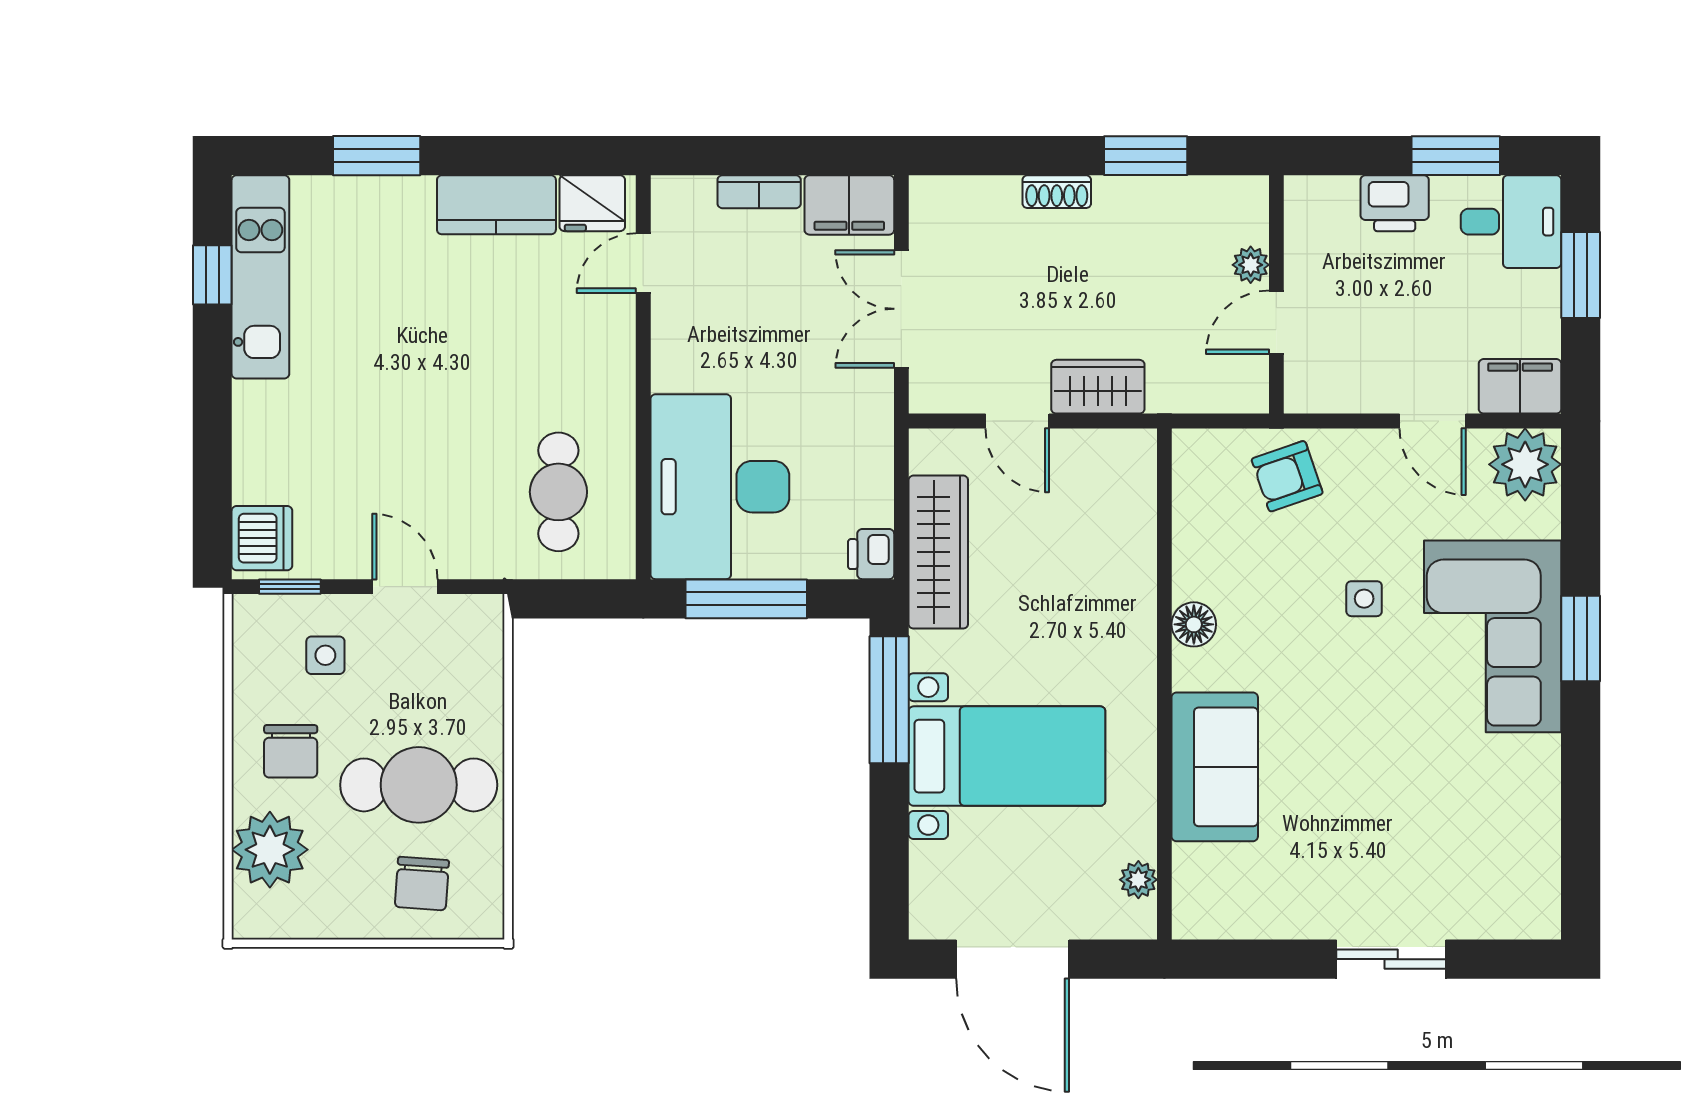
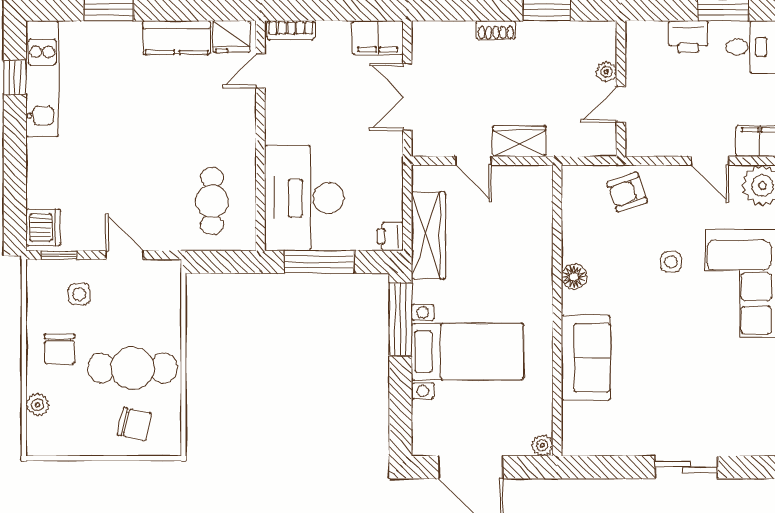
bookcase: (759, 192) -> (291, 30), moved
plant: (270, 850) -> (38, 405), width x0.53, depth x0.53
plant: (1138, 880) -> (542, 445), moved
chair: (422, 884) -> (134, 424), turned -81

